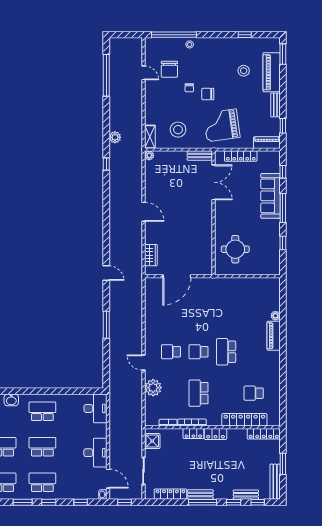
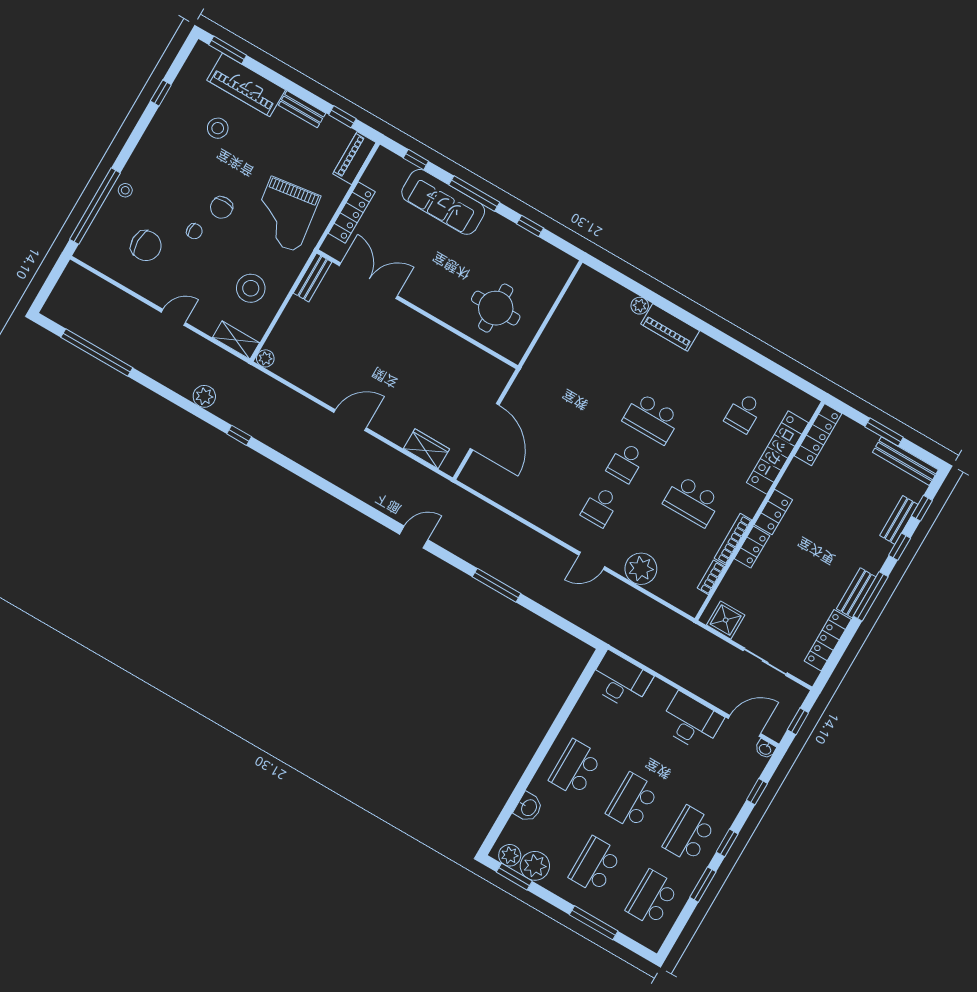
door: (143, 73) -> (173, 317), moved

